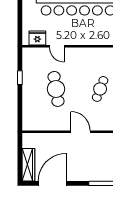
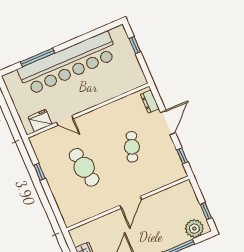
door: (81, 132) -> (131, 202), swing flipped

